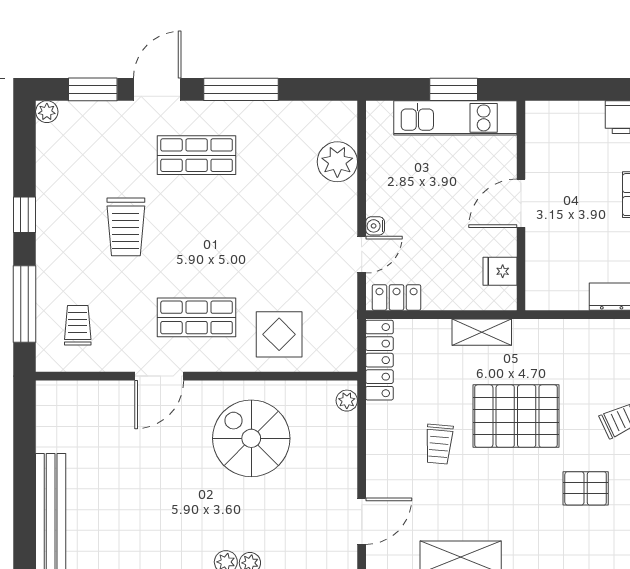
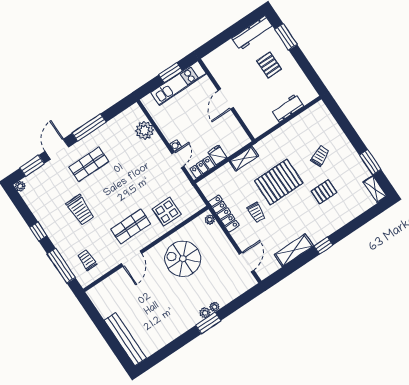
fridge: (500, 271) -> (217, 155), moved, turned 90
locker: (379, 360) -> (224, 214), moved

